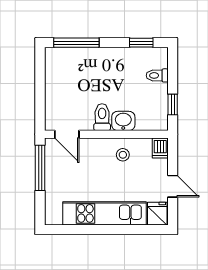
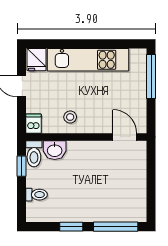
window: (141, 43) -> (71, 227), moved
toilet: (102, 117) -> (34, 154), moved
washbasin: (123, 121) -> (55, 150), moved
window: (40, 168) -> (151, 76), moved

